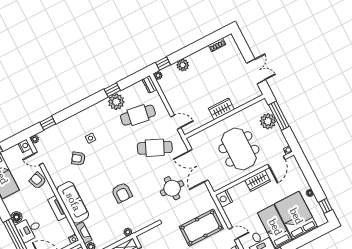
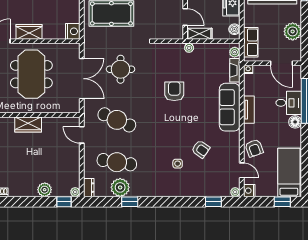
plant: (116, 102) -> (120, 187), moved

